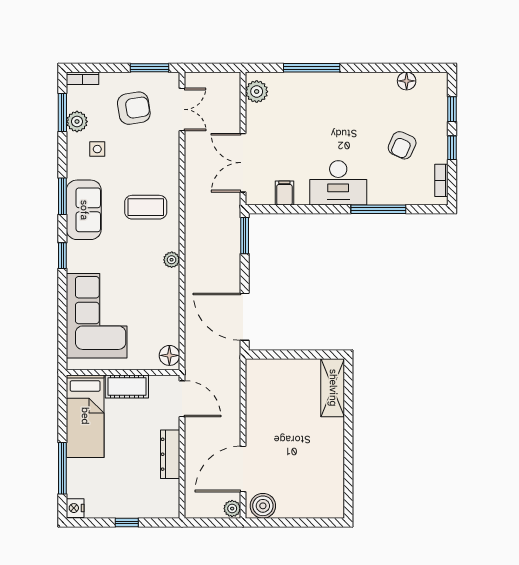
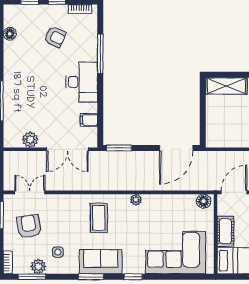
plant: (257, 92) -> (30, 140), moved

